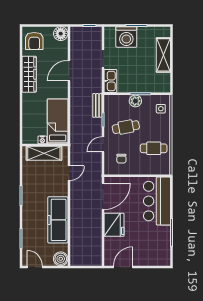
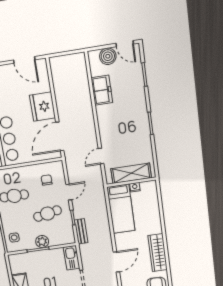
freezer: (58, 220) -> (102, 90), width x0.52, depth x0.79
boiler: (61, 259) -> (108, 56), moved
door: (123, 267) -> (24, 60), hinge flipped

